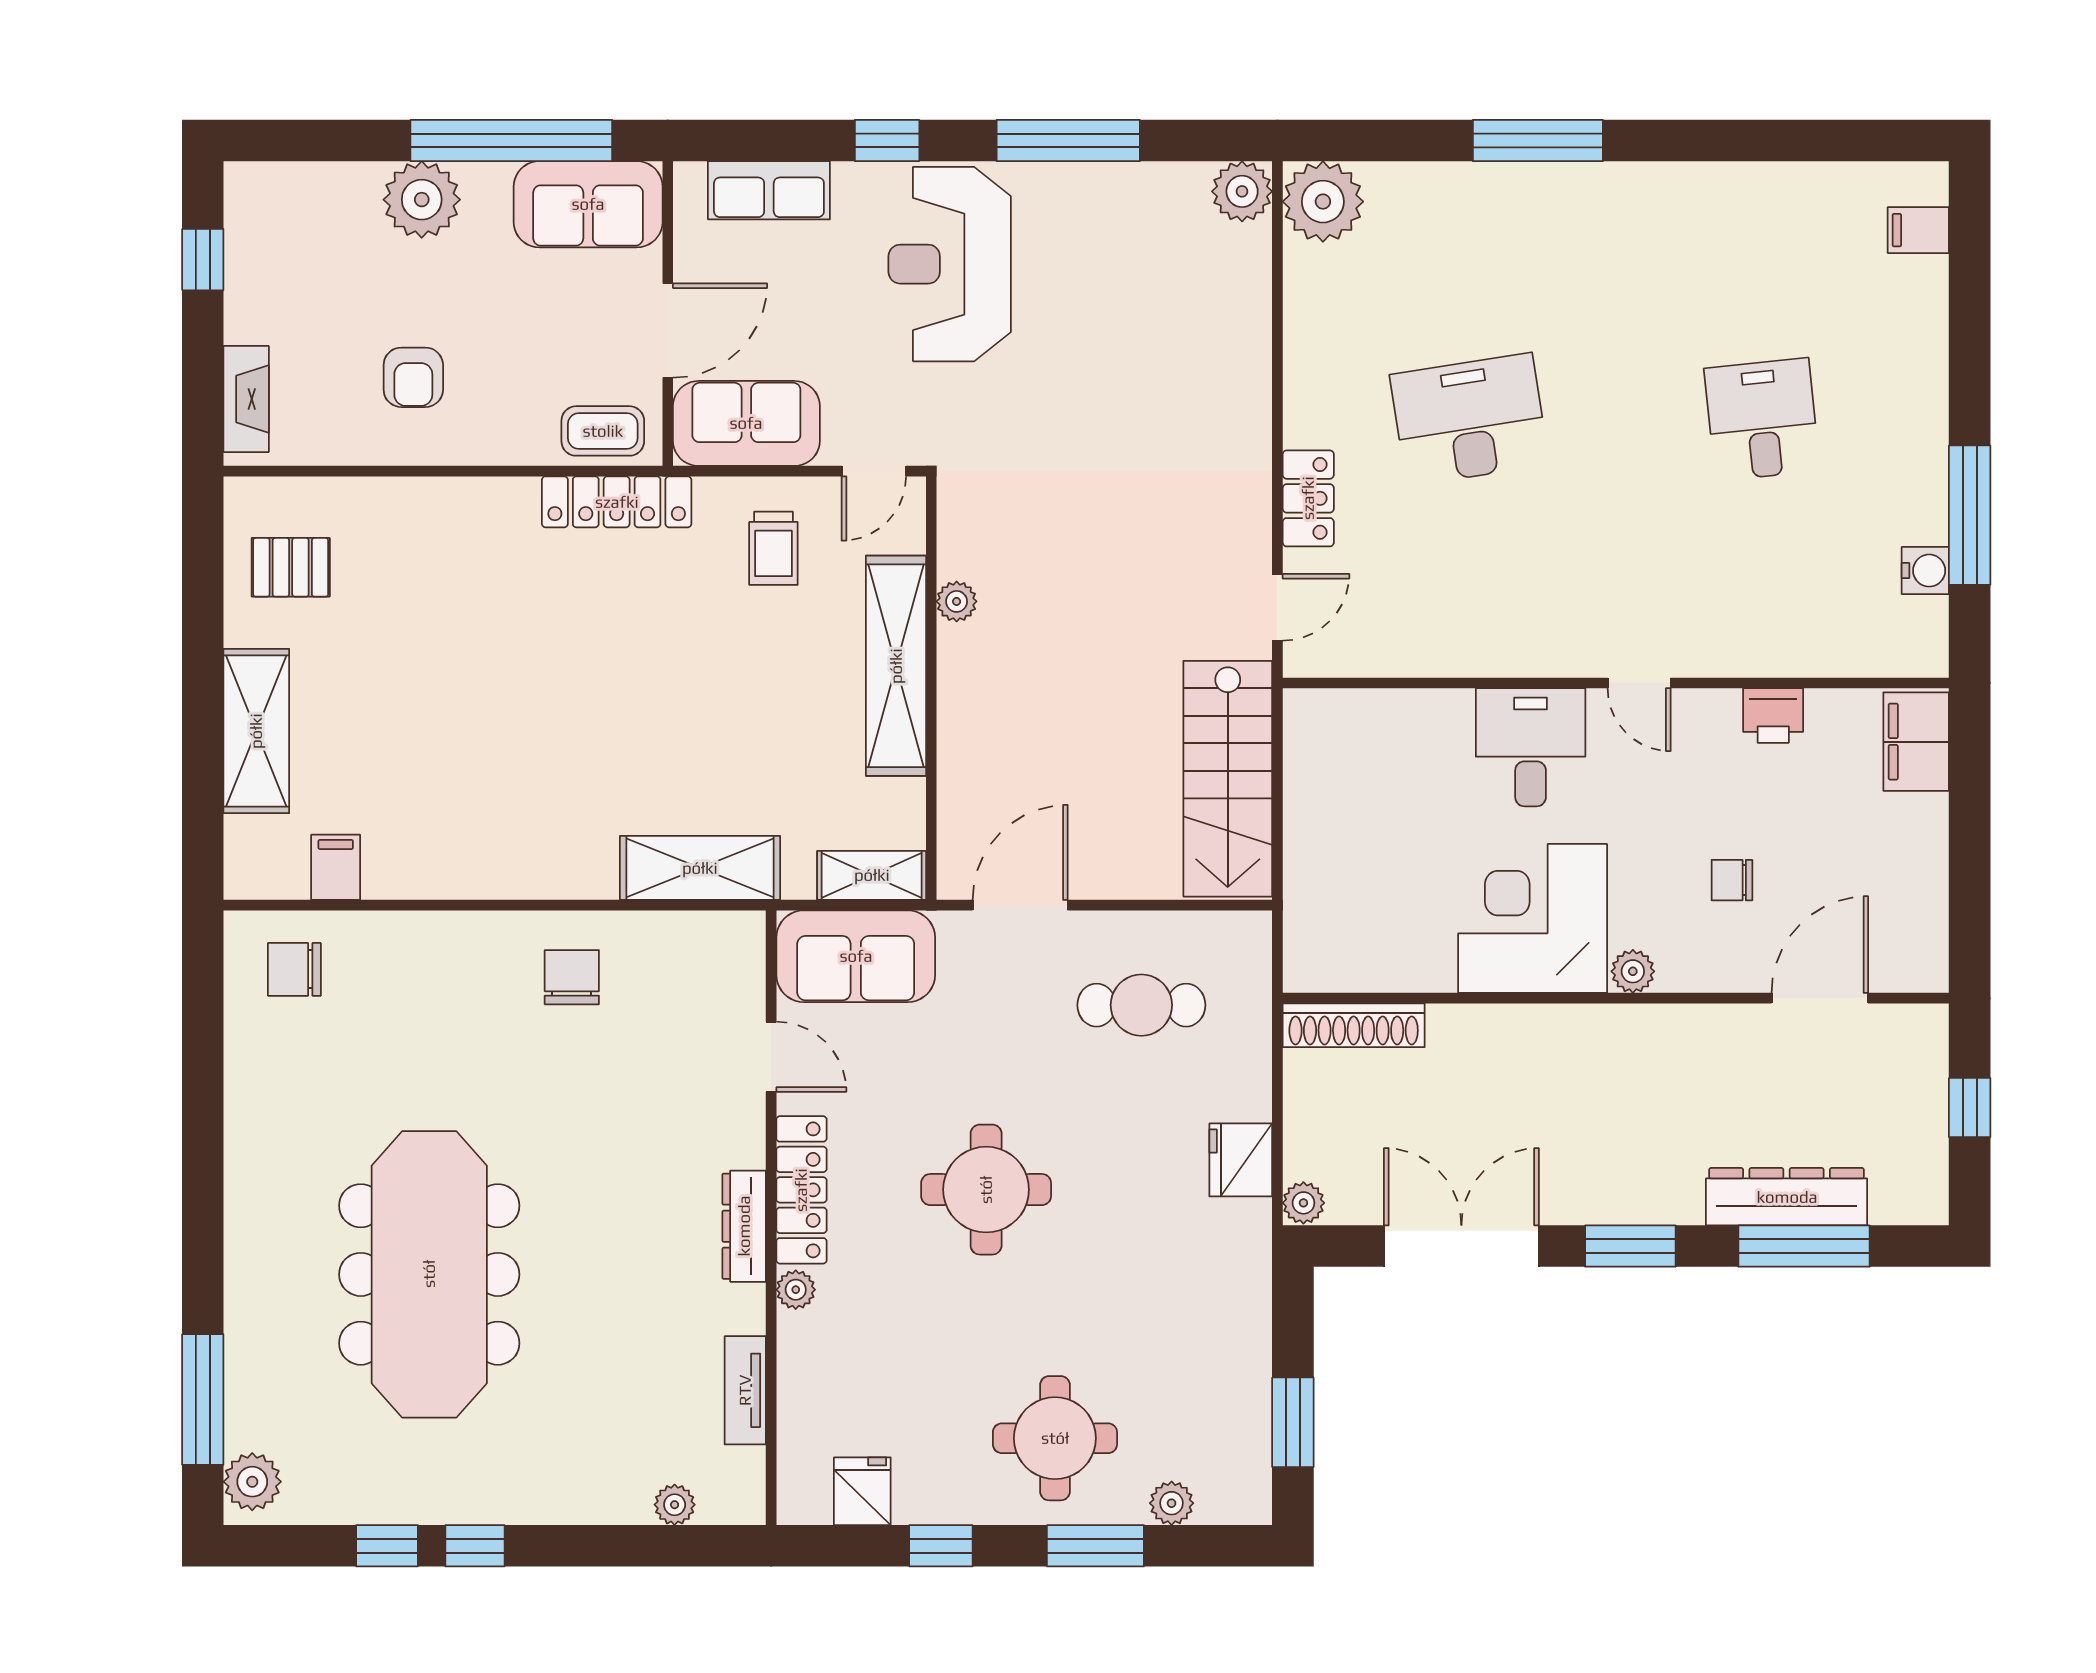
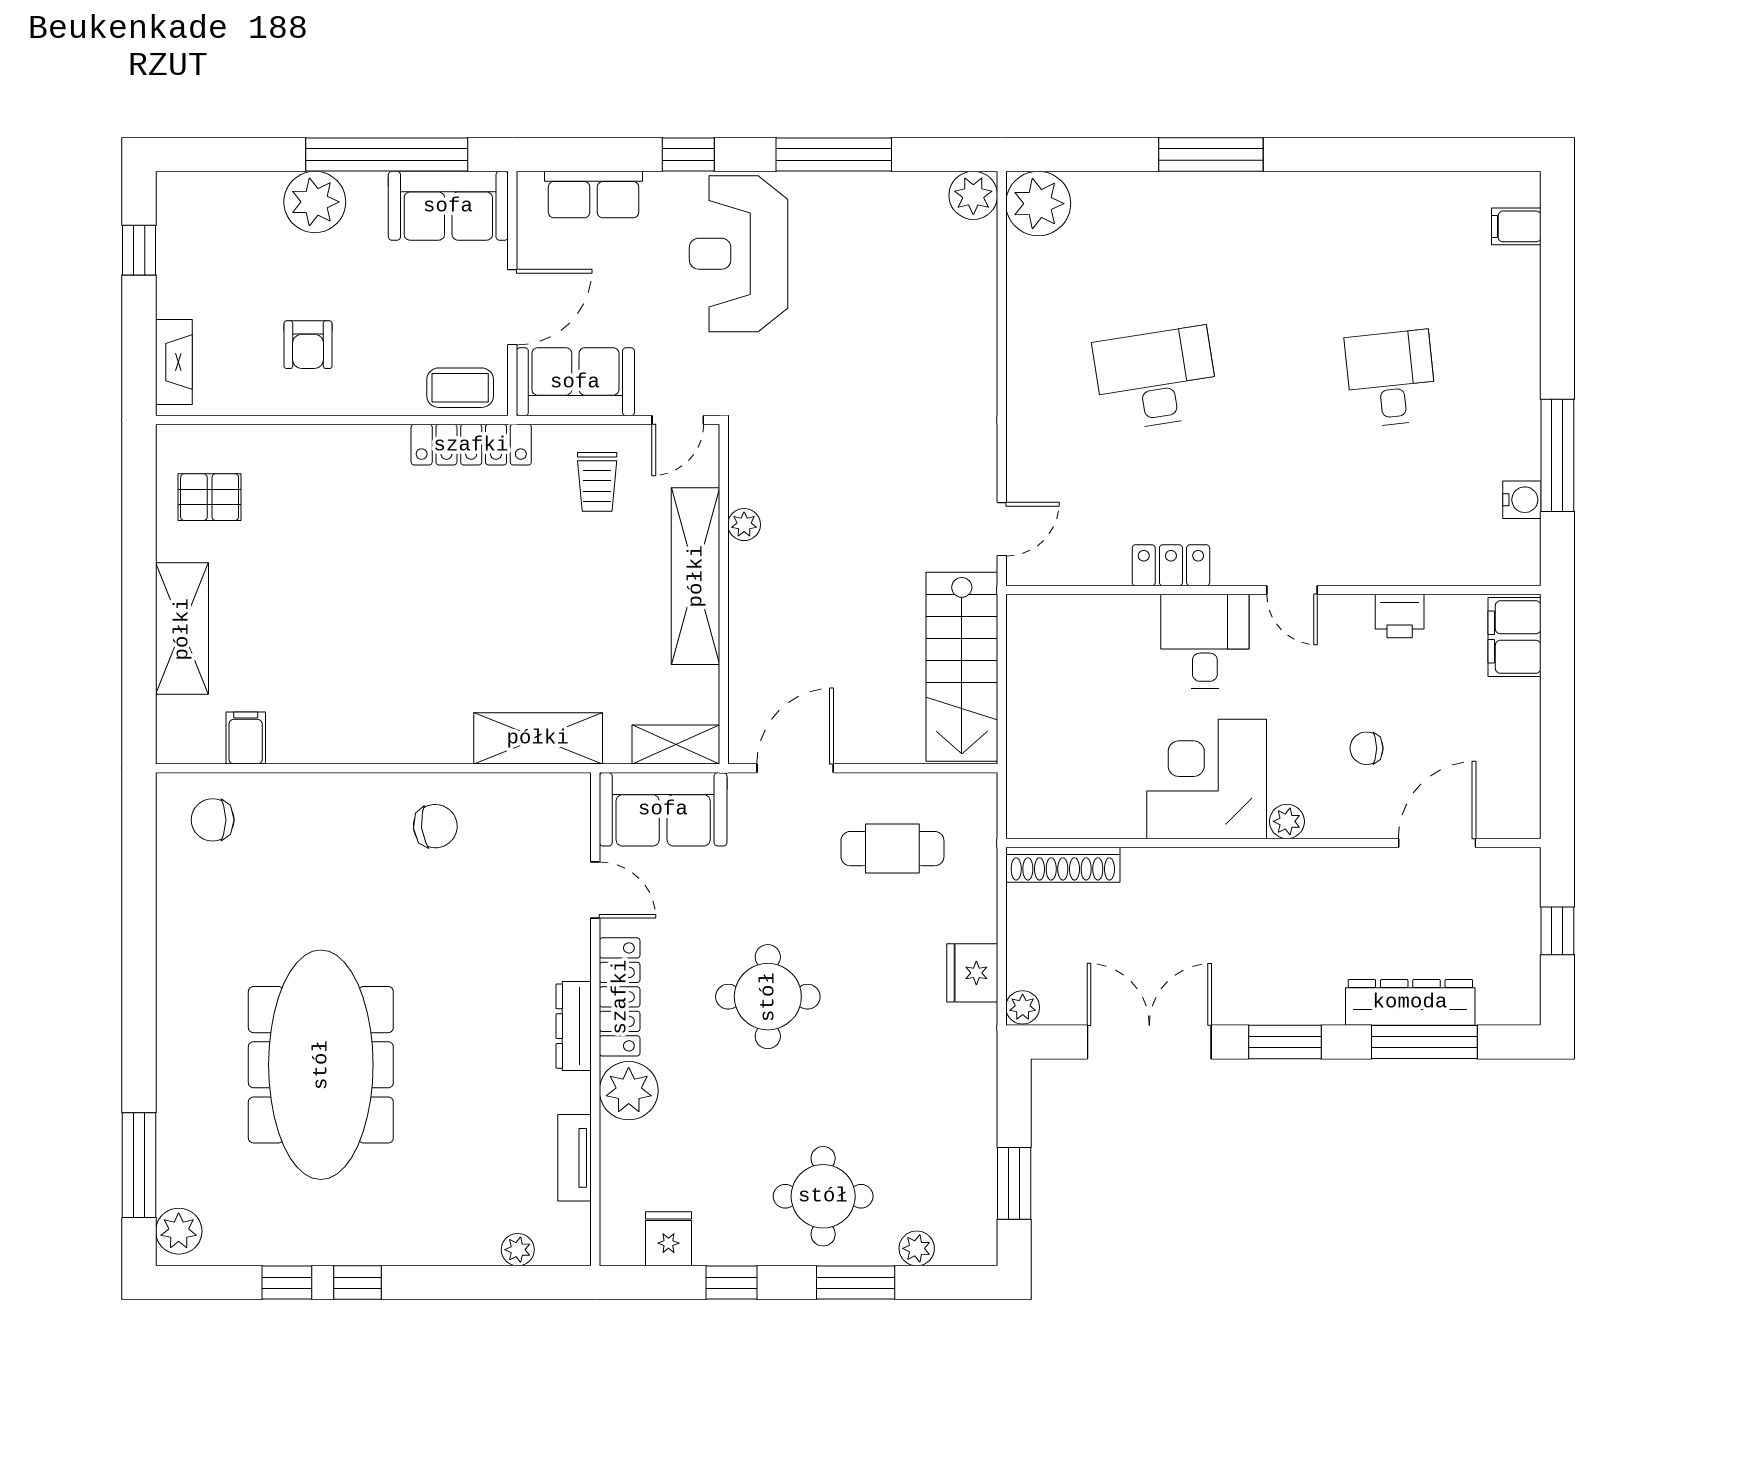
locker: (1308, 498) -> (1171, 565), moved, turned -90
chair: (572, 977) -> (435, 826), turned 84
plant: (796, 1290) -> (629, 1091), width x1.88, depth x1.88

